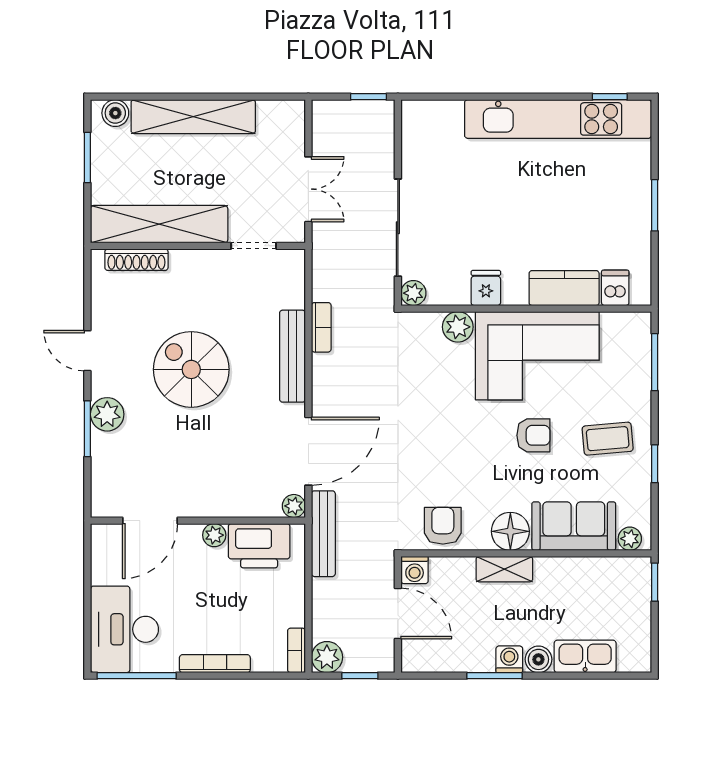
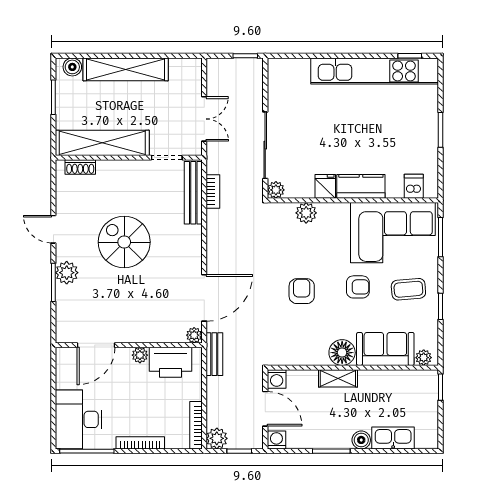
shoe rack: (136, 260) -> (80, 167), width x0.70
kitchen counter: (564, 288) -> (361, 186), moved
bookcase: (321, 327) -> (213, 191), moved
bench: (292, 356) -> (193, 193), moved
corner sofa: (537, 356) -> (393, 233), moved
armchair: (443, 526) -> (302, 291), moved
bench: (323, 534) -> (214, 354), width x0.73
bookcase: (296, 650) -> (196, 425), width x1.56
washing machine: (509, 659) -> (276, 440), moved

